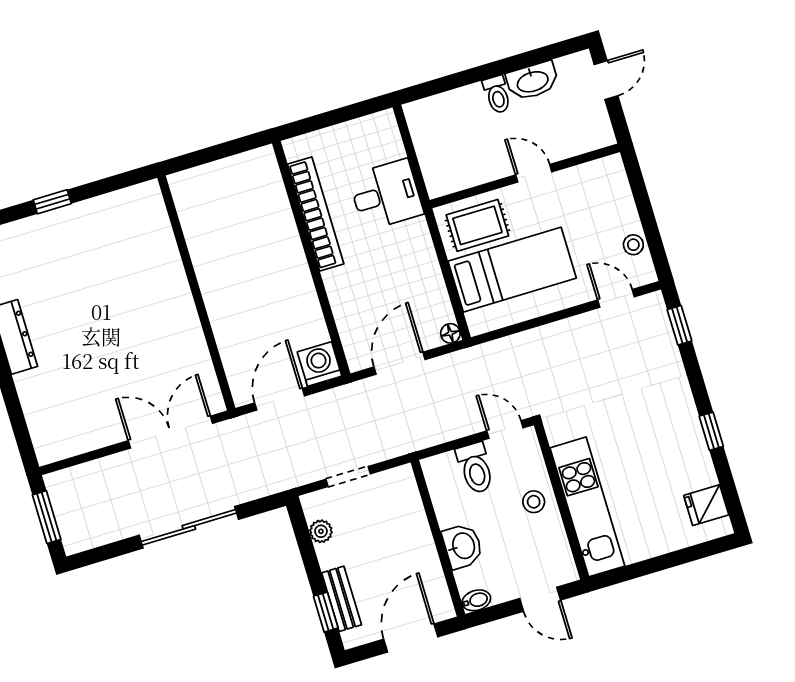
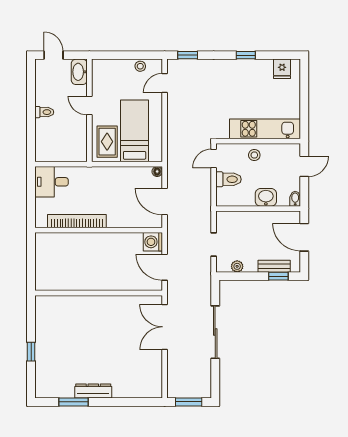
washbasin: (532, 81) -> (79, 72), moved, turned 180
door: (534, 173) -> (89, 105), hinge flipped
desk: (386, 195) -> (51, 182), moved, turned -90

